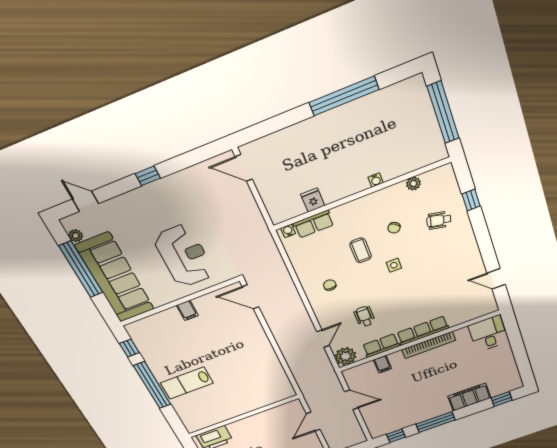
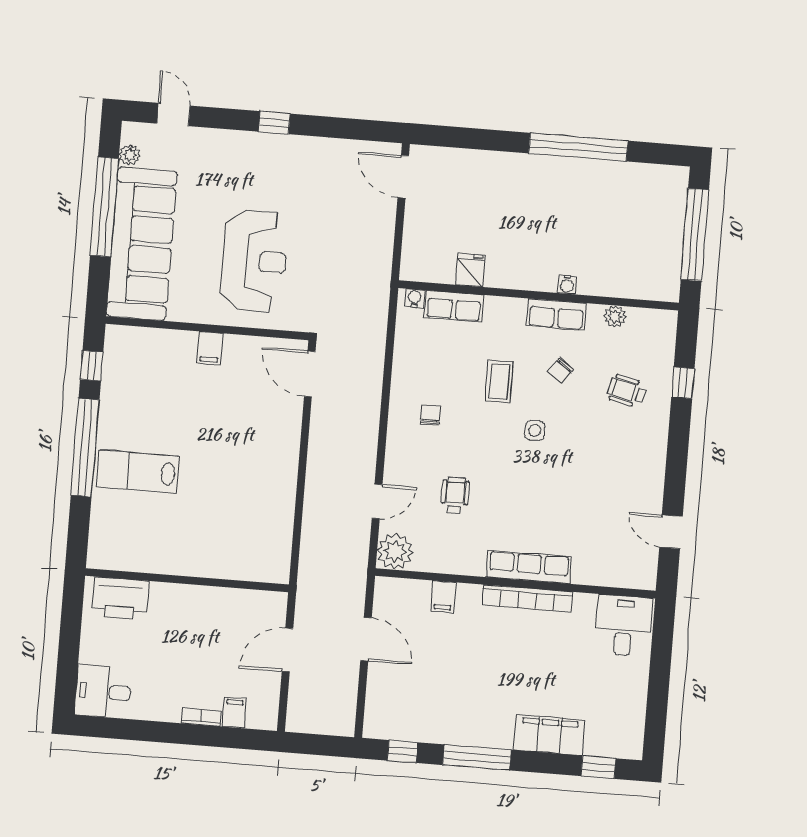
row of seats: (381, 346) -> (556, 315), moved, turned 180

